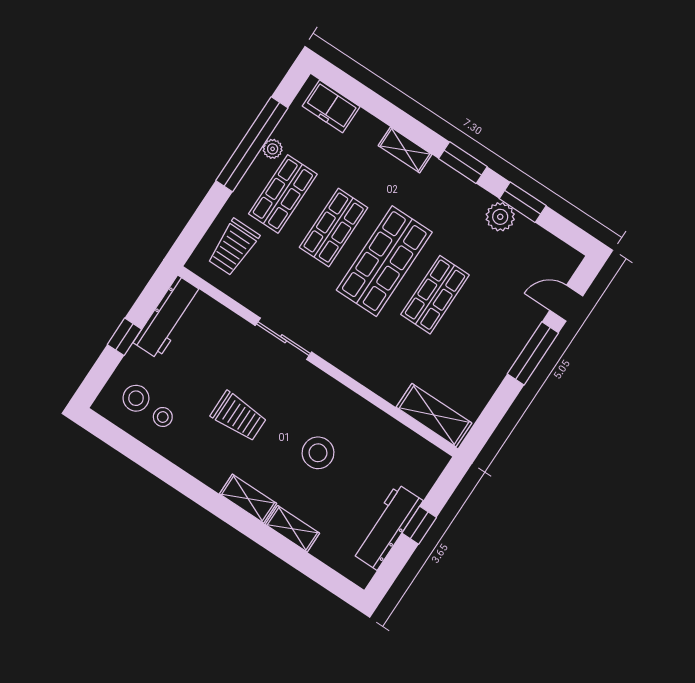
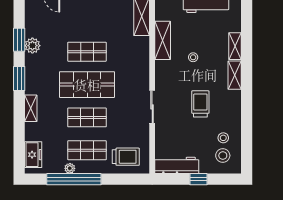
shelving: (375, 423) -> (163, 40), added
stool: (318, 453) -> (193, 57), width x0.53, depth x0.53

